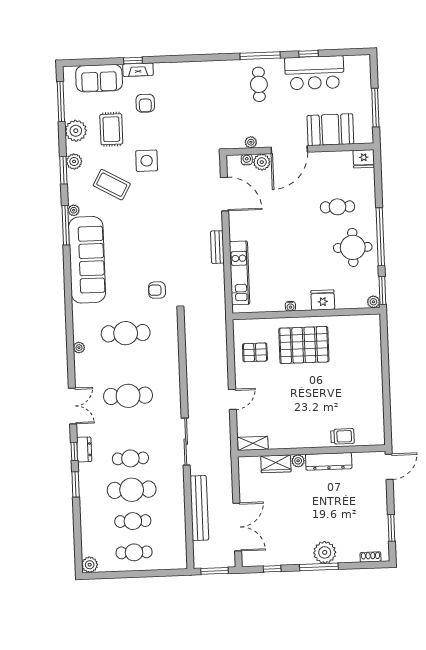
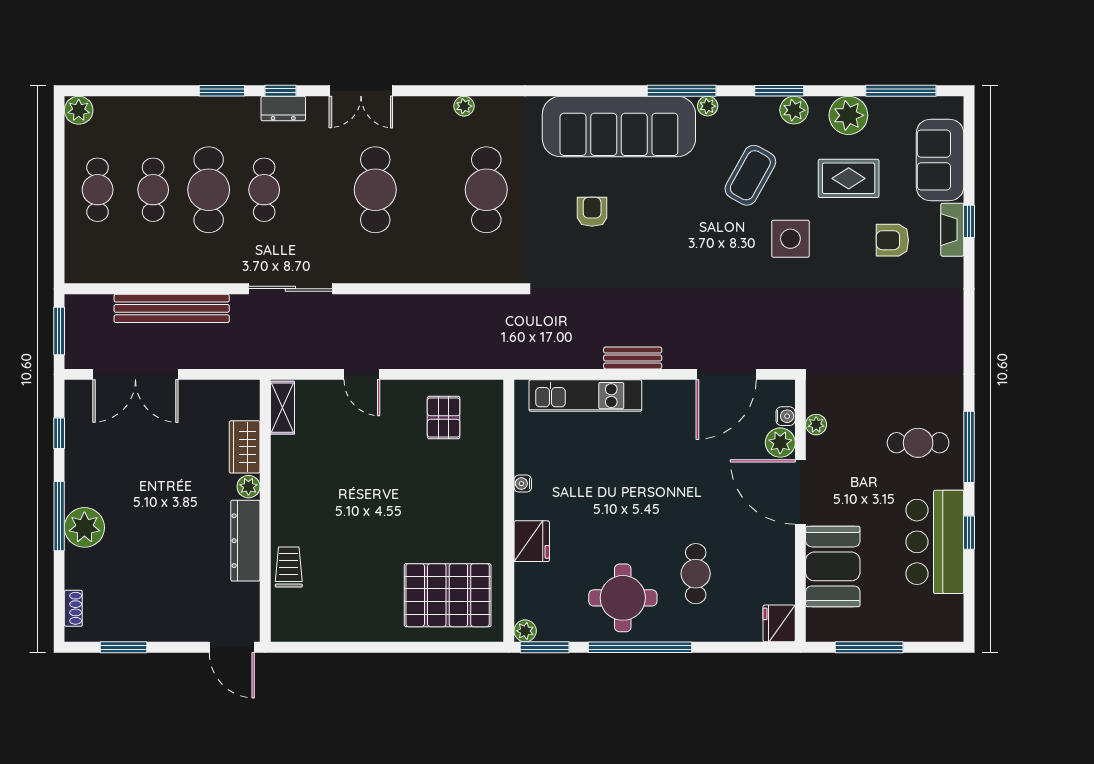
armchair: (157, 290) -> (592, 212), moved
pallet: (304, 345) -> (448, 595), moved, turned 90
trolley: (343, 436) -> (289, 567), turned 180

